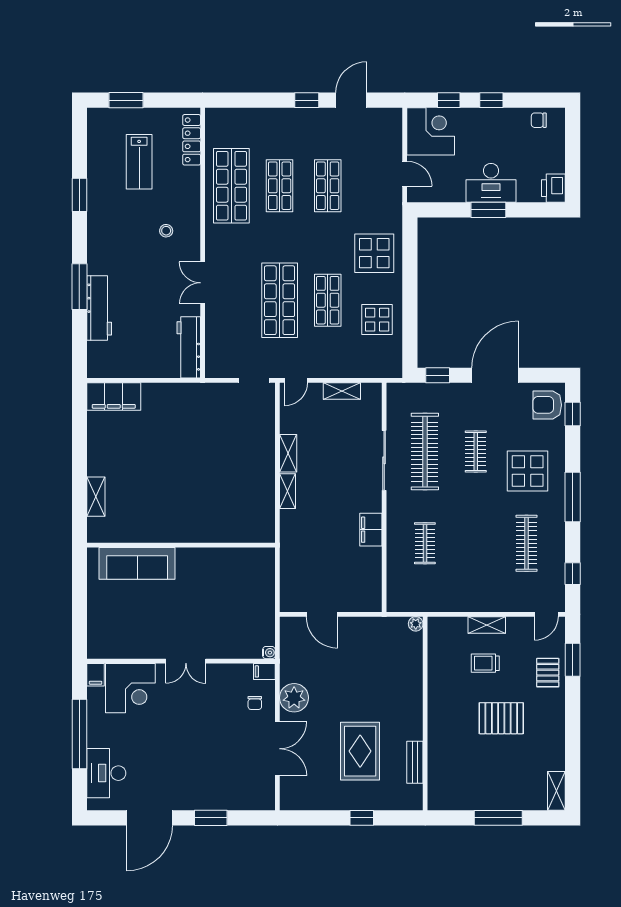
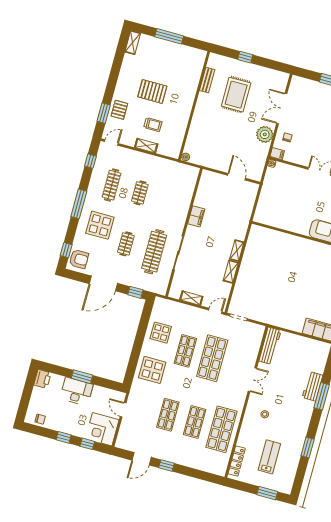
workbench: (99, 308) -> (313, 386), width x0.73
clothes rail: (425, 543) -> (140, 193), moved

